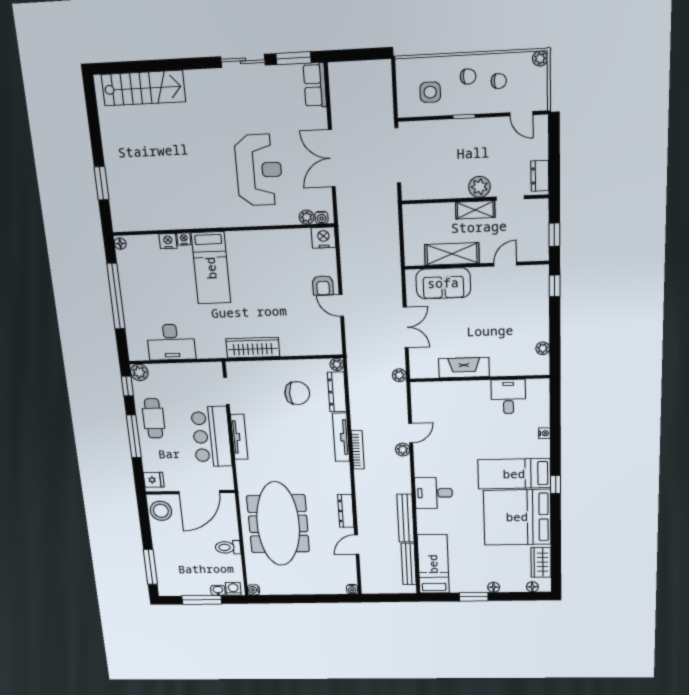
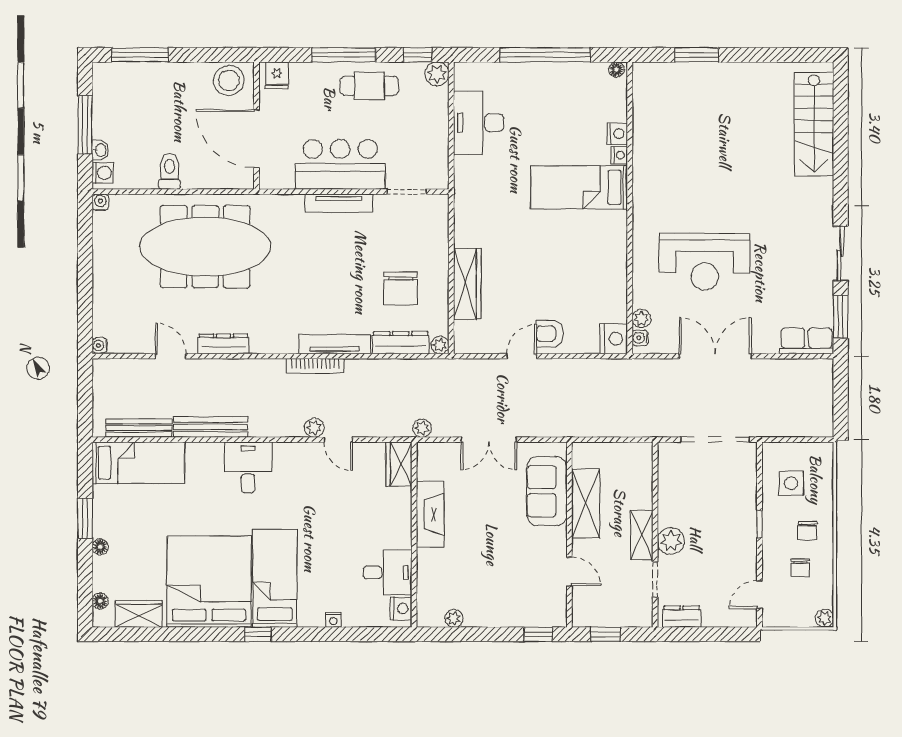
wardrobe: (253, 348) -> (467, 284), moved
nightstand: (535, 386) -> (401, 608), added
wardrobe: (427, 391) -> (399, 464), added

